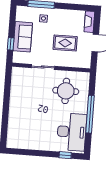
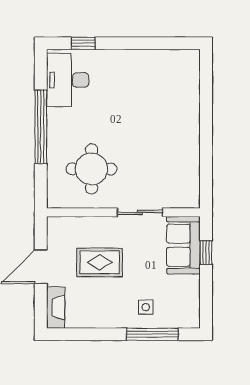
sofa: (23, 37) -> (183, 245), moved
desk: (72, 132) -> (68, 80), width x0.73, depth x0.77

